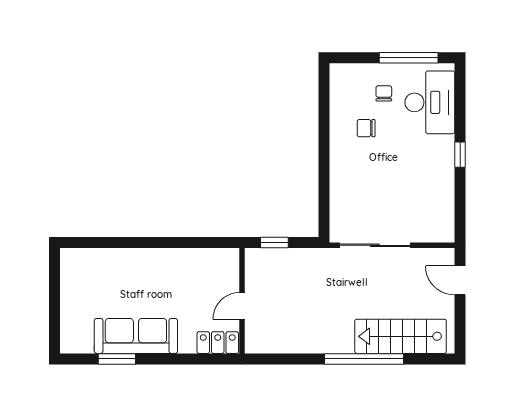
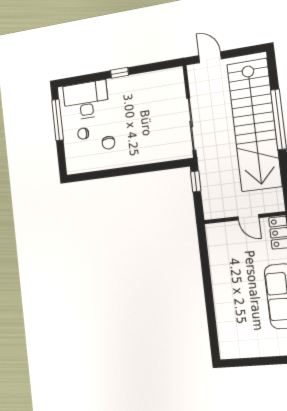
window: (274, 242) -> (196, 181), moved
door: (460, 280) -> (210, 57), swing flipped
stairs: (401, 336) -> (254, 125), width x1.86, depth x1.51

